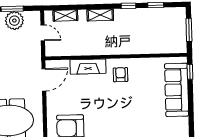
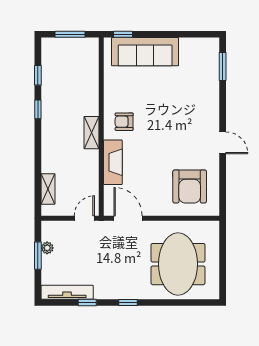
shelving: (100, 15) -> (92, 133), moved
plant: (14, 21) -> (47, 248), width x0.53, depth x0.53
door: (43, 33) -> (84, 218), moved

